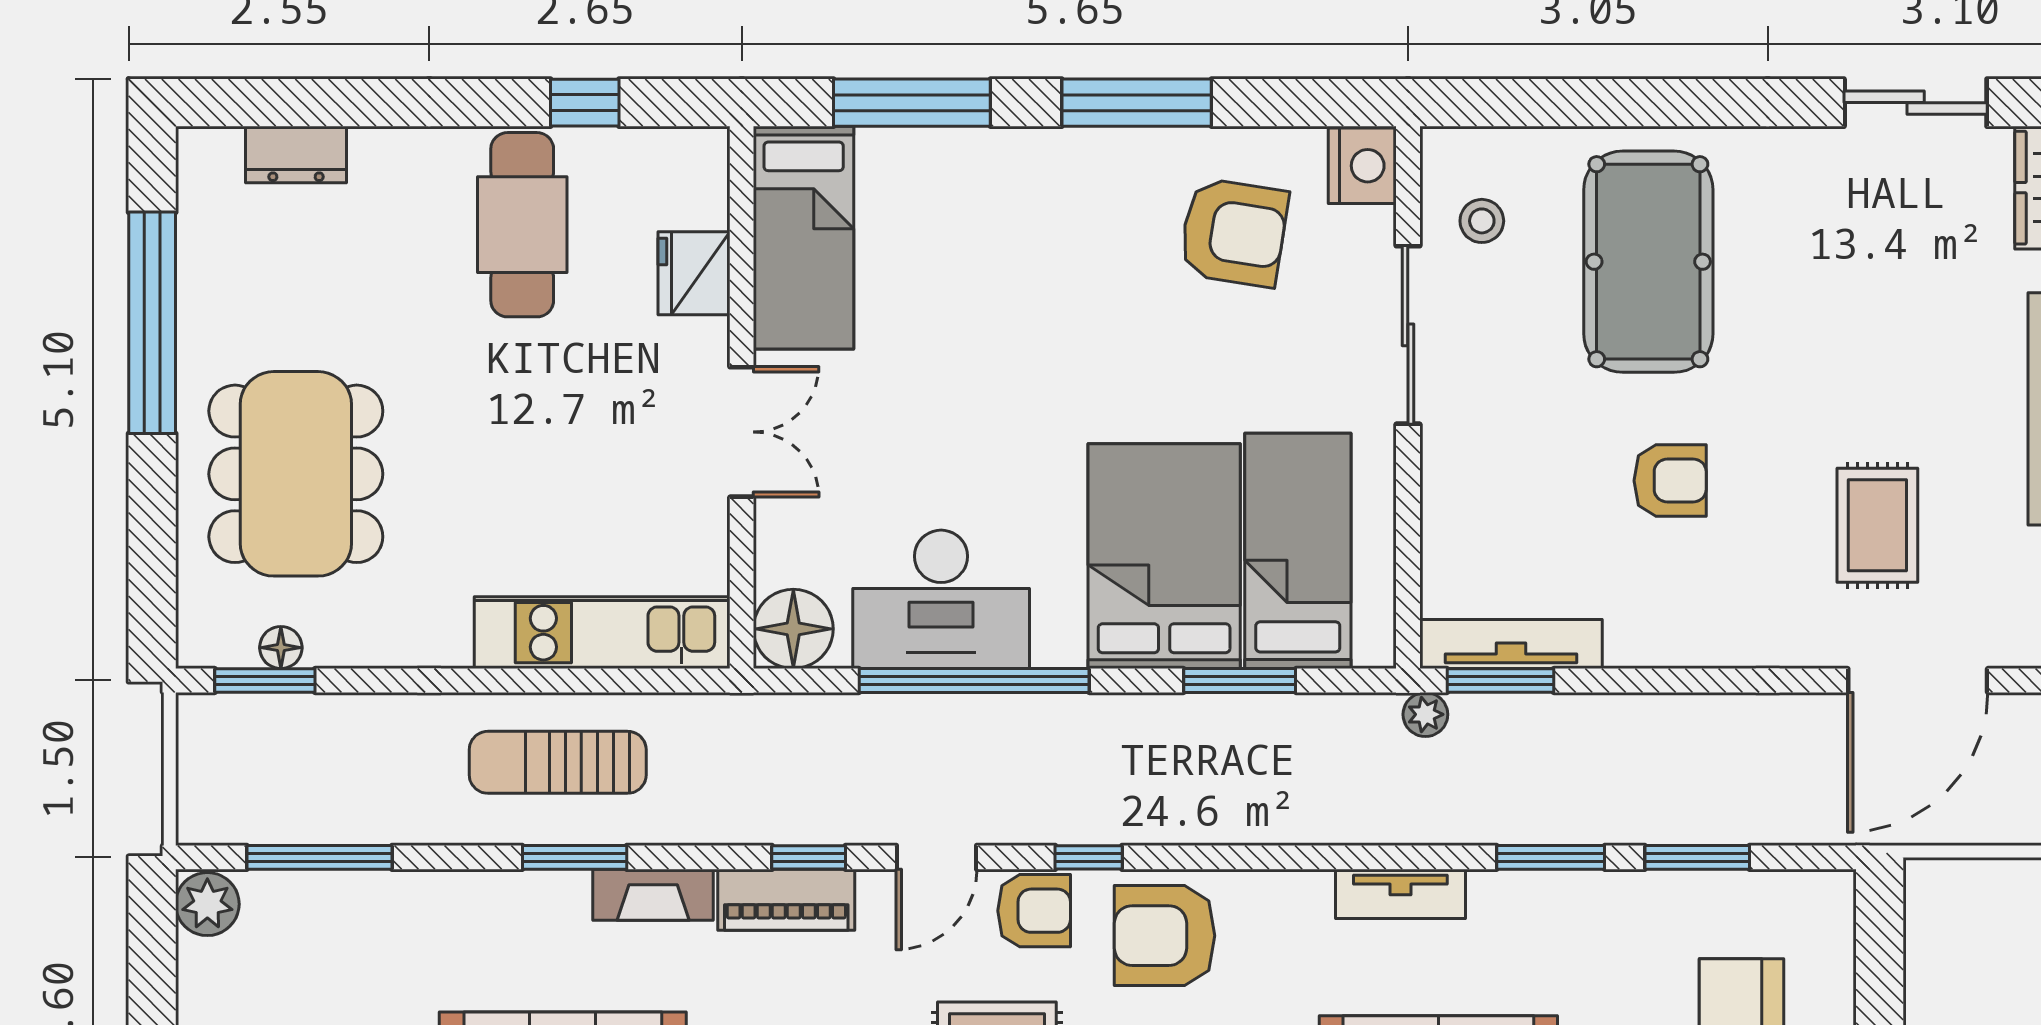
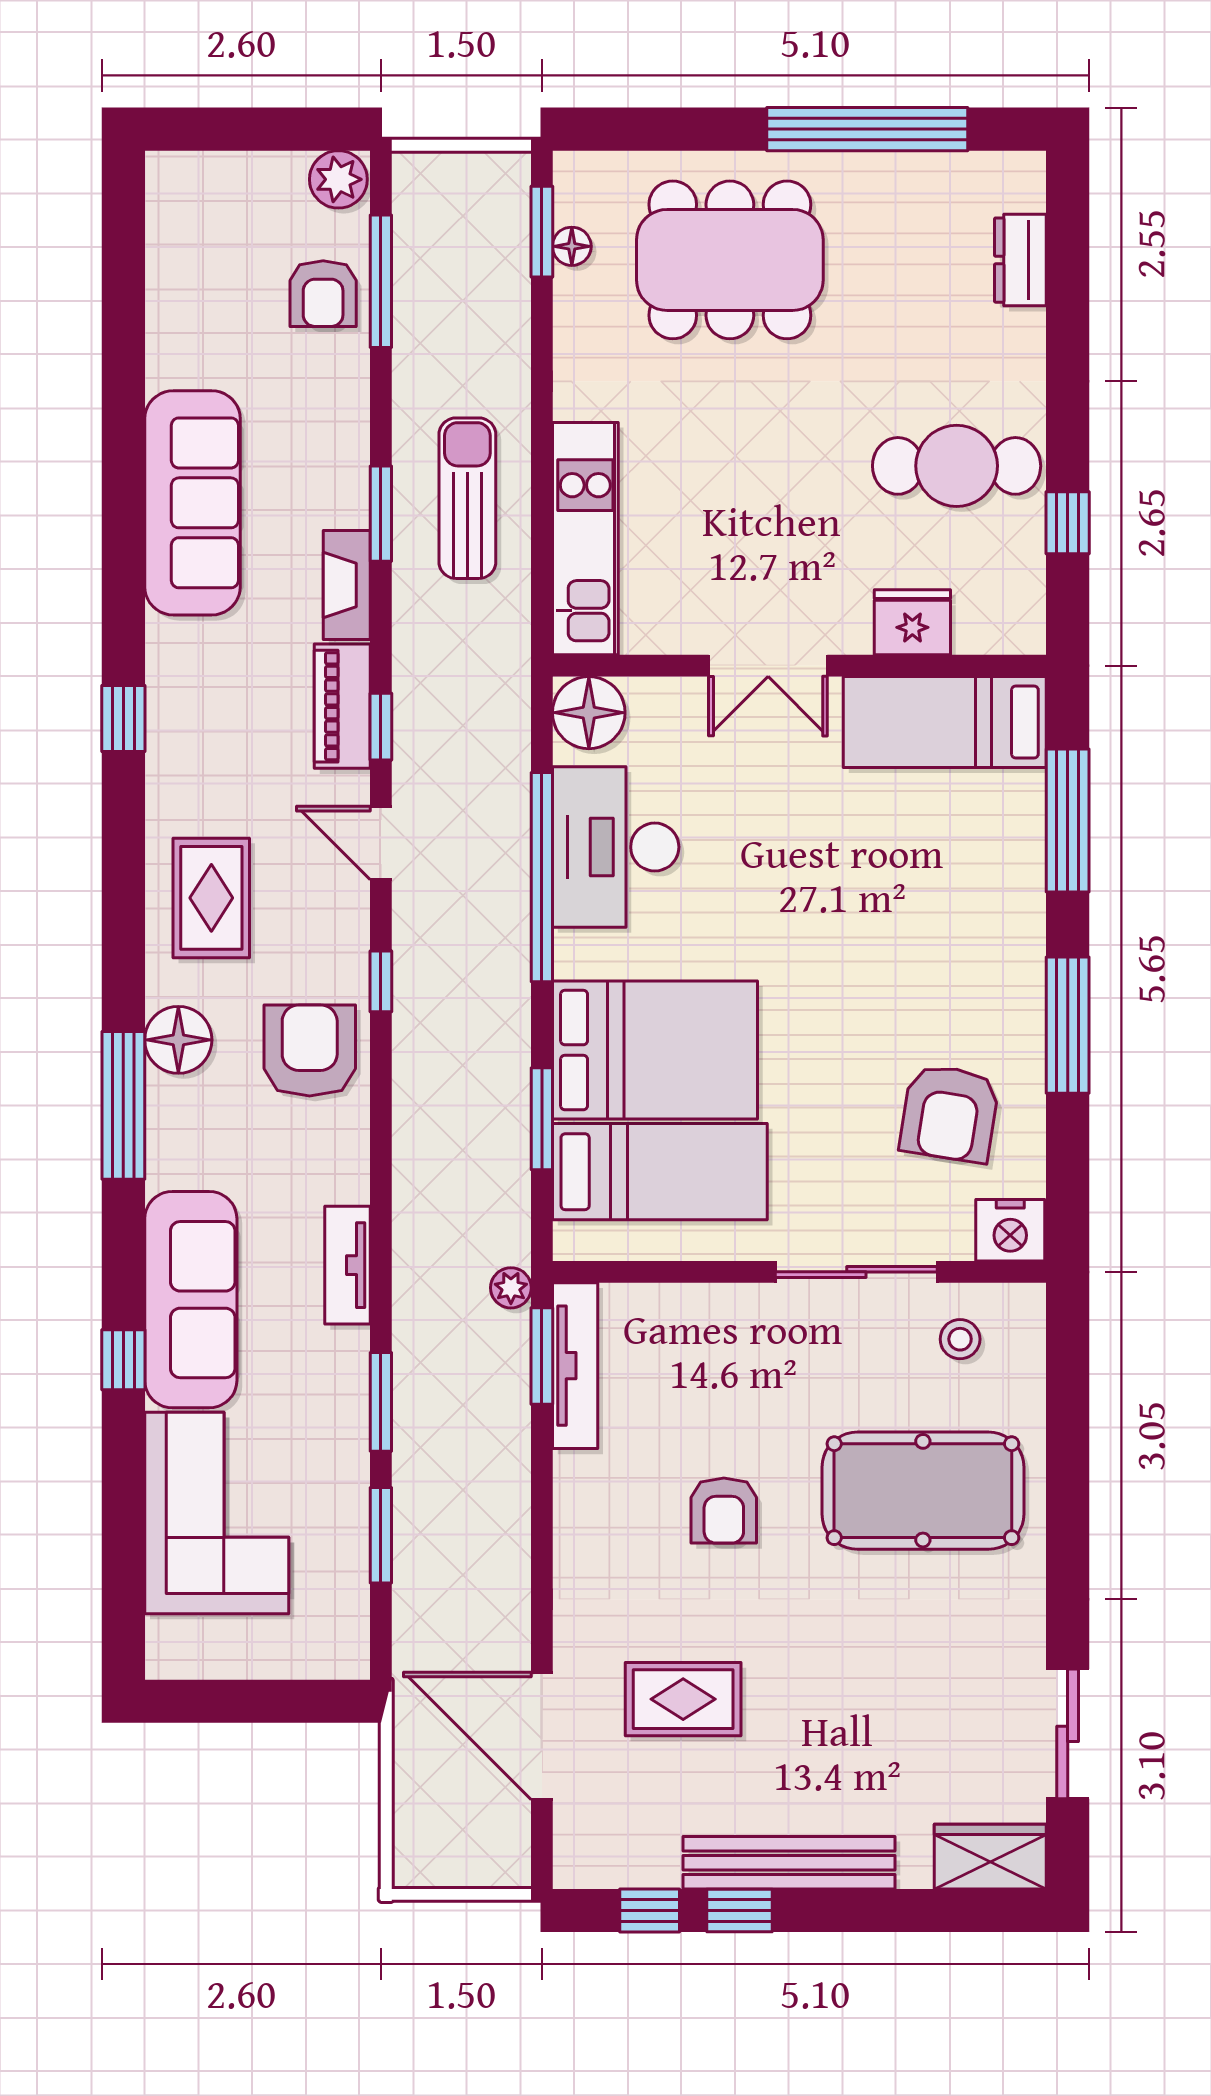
armchair: (1034, 911) -> (323, 294), moved

